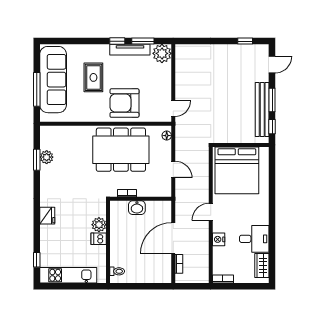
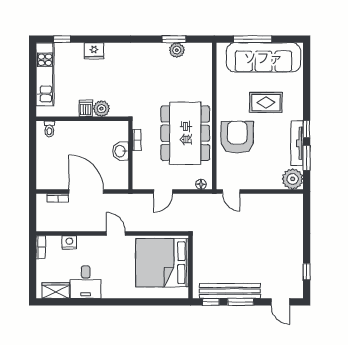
fridge: (47, 216) -> (94, 51), moved
nightstand: (219, 239) -> (69, 242), moved

